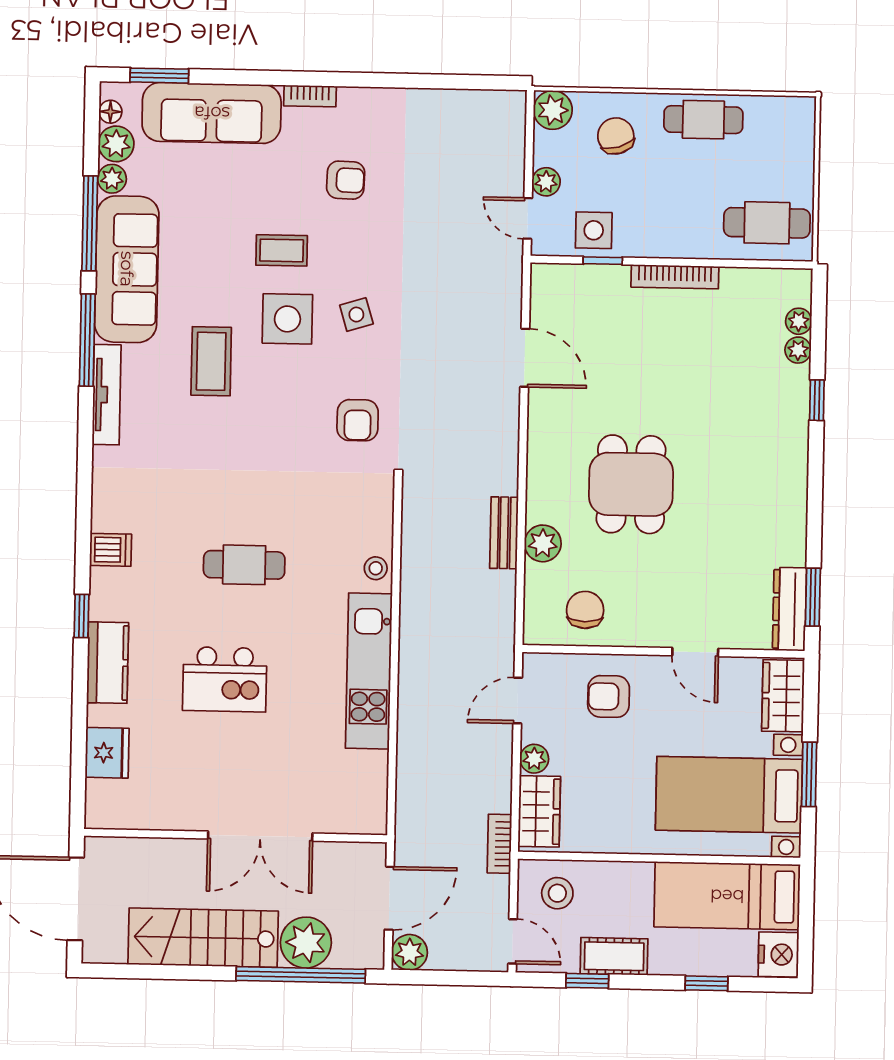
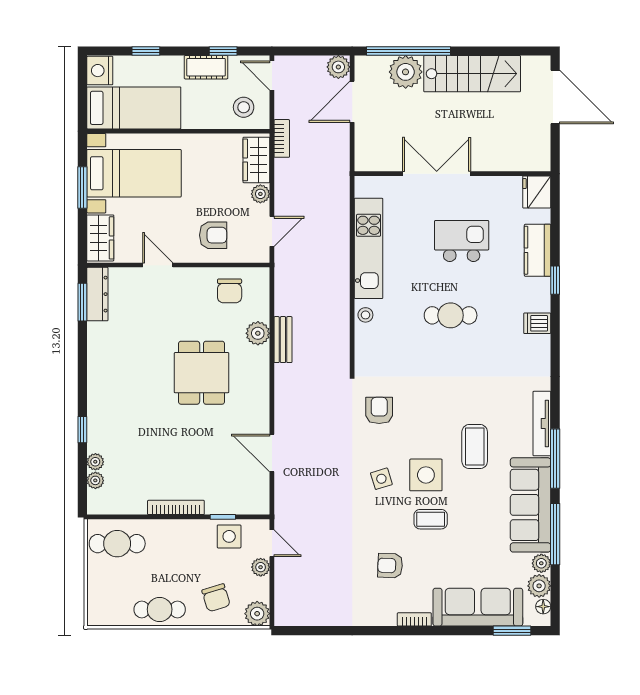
wall: (236, 836) -> (452, 174), moved
double door: (260, 836) -> (437, 174), moved

